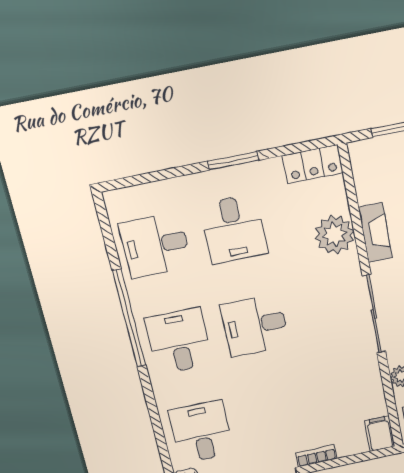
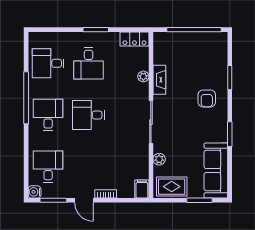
plant: (334, 235) -> (143, 76), width x0.53, depth x0.53

